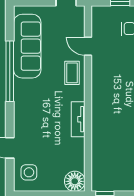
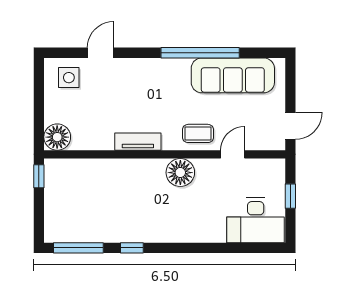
floor lamp: (102, 87) -> (180, 173), added

